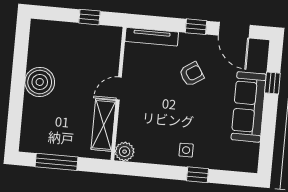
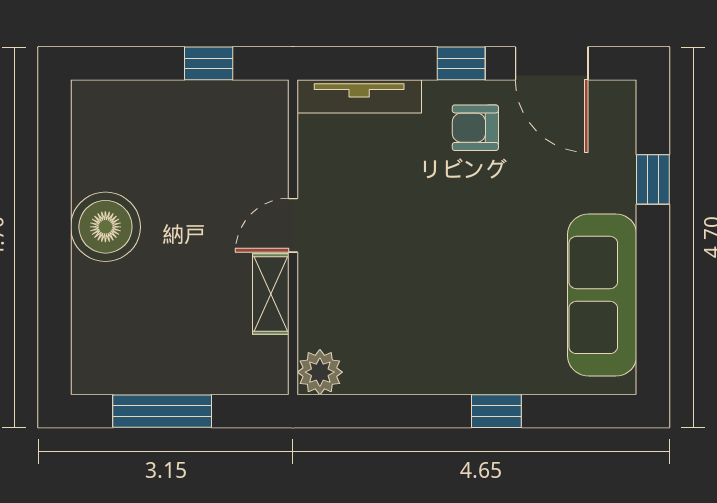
armchair: (192, 74) -> (475, 128), moved, turned -147
sofa: (249, 107) -> (602, 295), moved
shelving: (104, 125) -> (271, 294), width x0.67, depth x0.75
side table: (186, 150) -> (464, 356), removed

